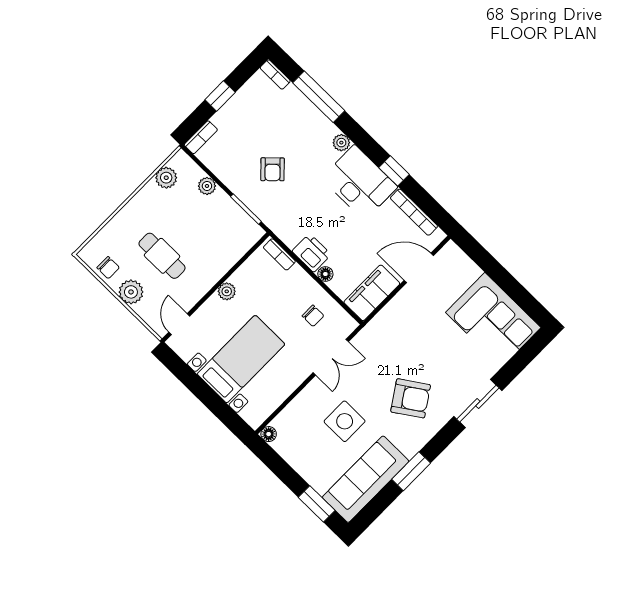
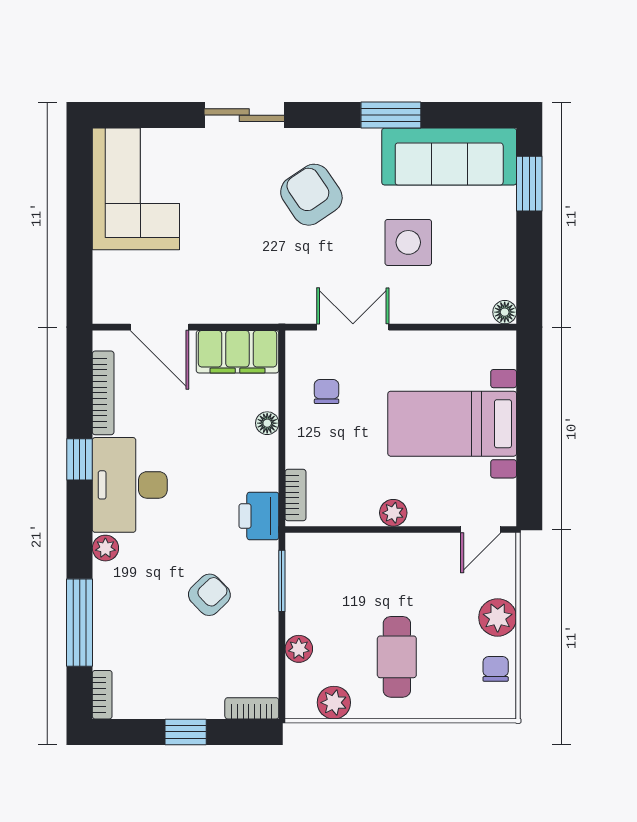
printer: (312, 253) -> (259, 516), moved
cafe table: (162, 256) -> (397, 657), moved

